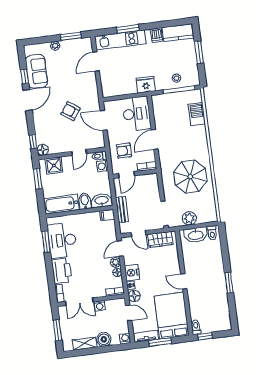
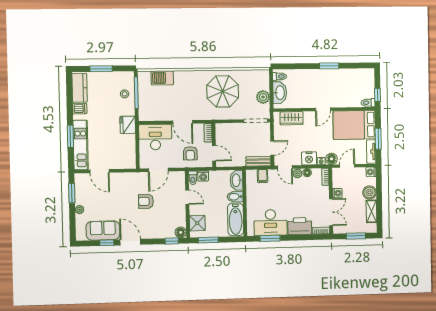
armchair: (71, 111) -> (146, 201), turned 55
bench: (122, 210) -> (258, 161), moved
filing cabinet: (107, 215) -> (263, 176), moved
wardrobe: (160, 239) -> (292, 118), moved, turned 90

